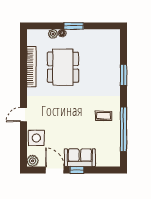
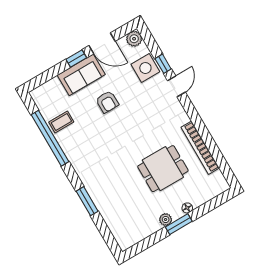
plant: (53, 34) -> (166, 220), moved
dining table: (63, 67) -> (163, 169), width x0.73
coffee table: (103, 116) -> (61, 122), moved
armchair: (73, 131) -> (107, 102), added
window: (23, 134) -> (163, 64), added

